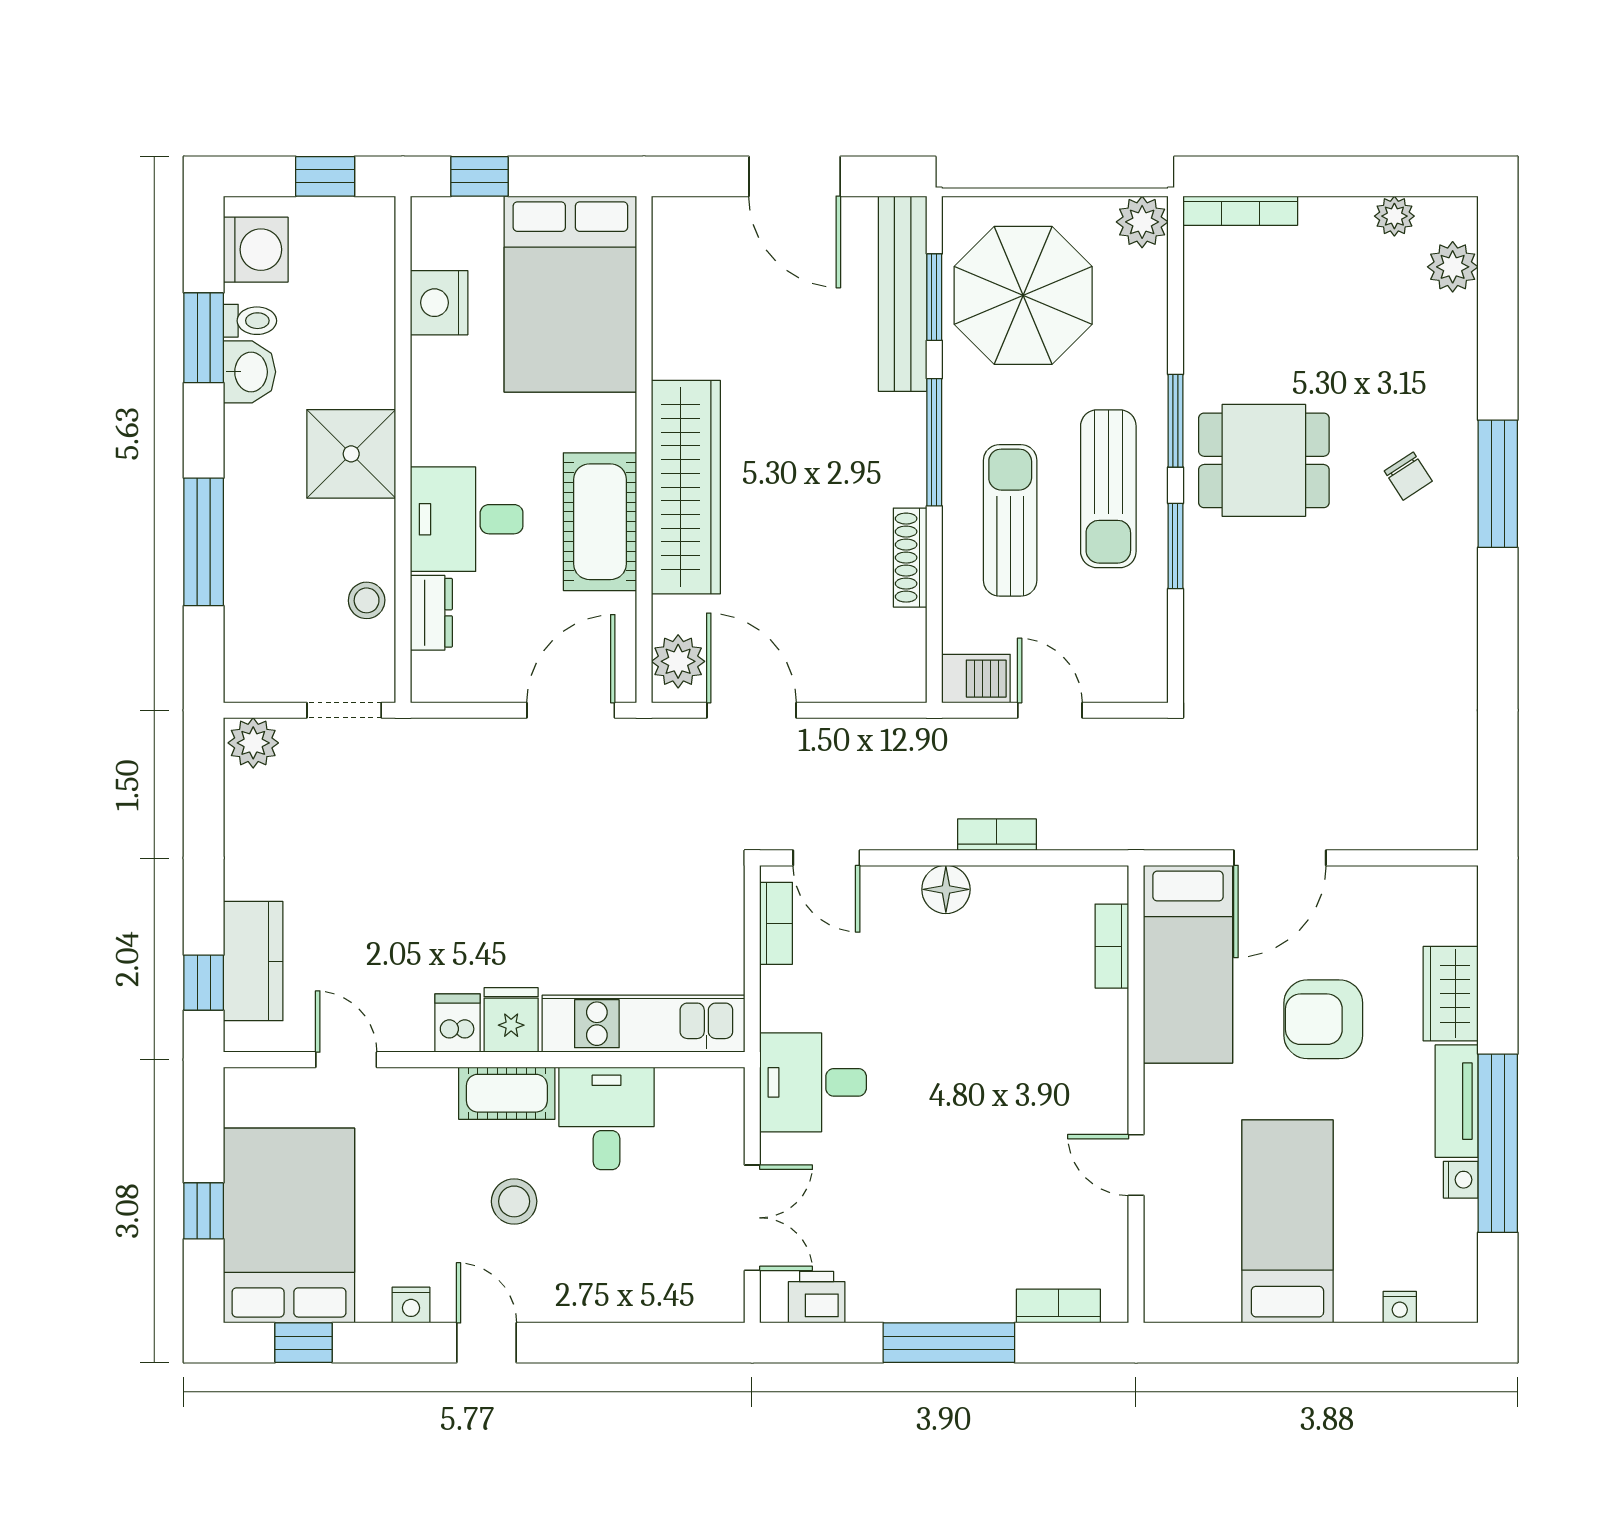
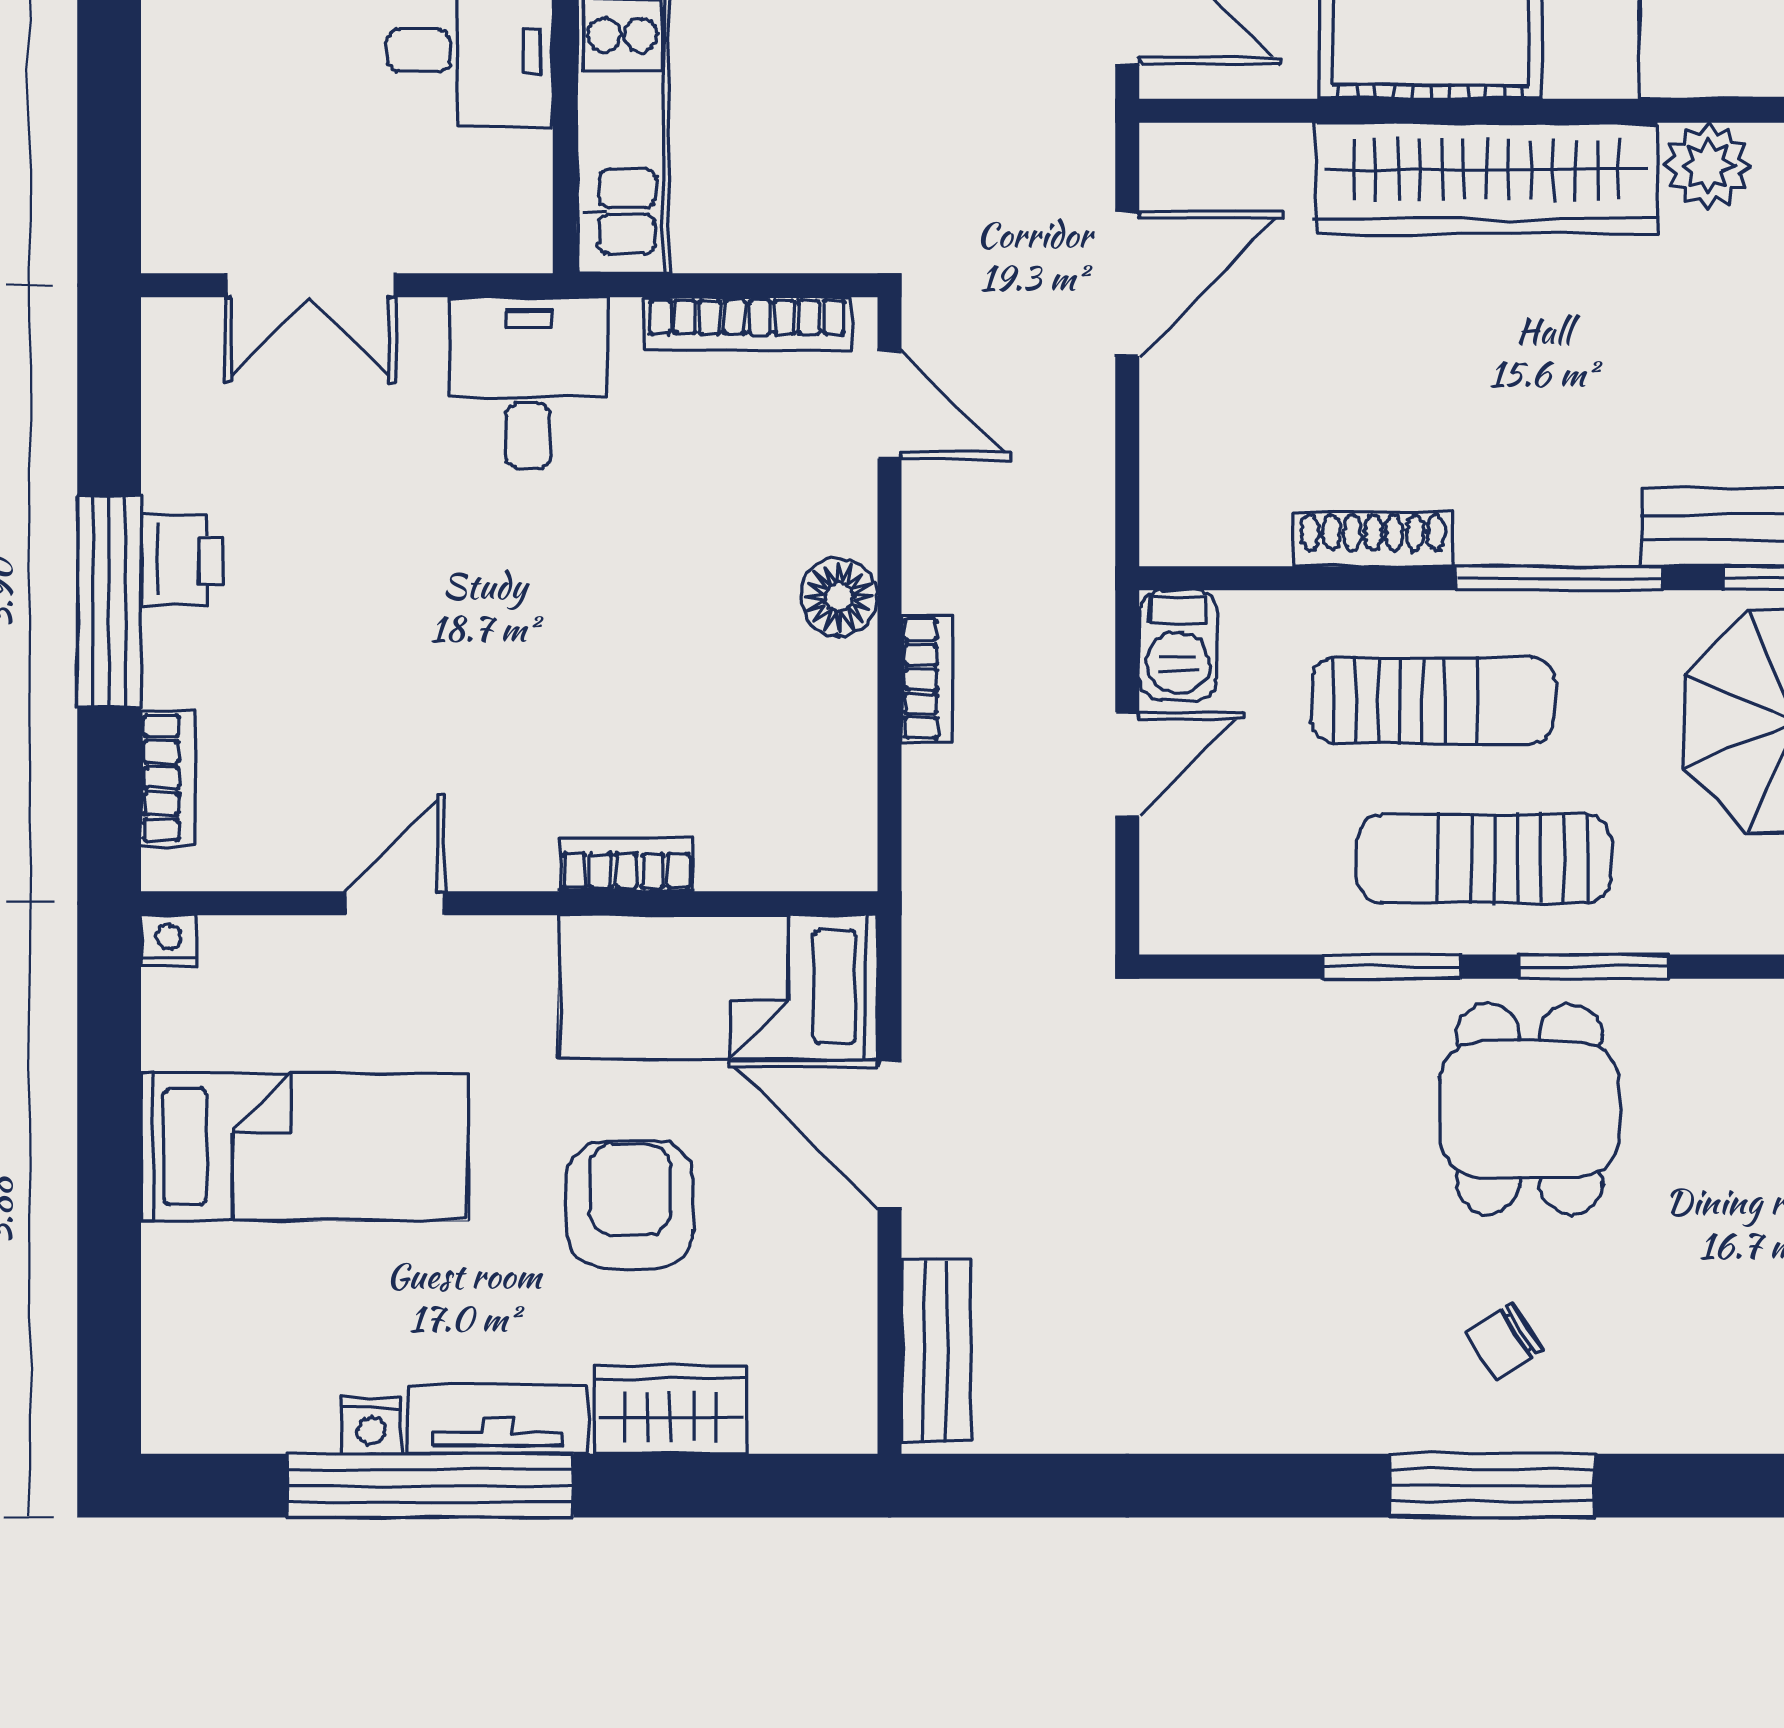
plant: (678, 661) -> (1708, 166), moved
bench: (1414, 829) -> (936, 1350), added
door: (826, 858) -> (890, 405), swing flipped
bookcase: (776, 923) -> (747, 324), width x1.56
bookcase: (1112, 946) -> (626, 864), moved
printer: (817, 1297) -> (182, 560), moved
nightstand: (1400, 1307) -> (168, 940), moved, turned 90

